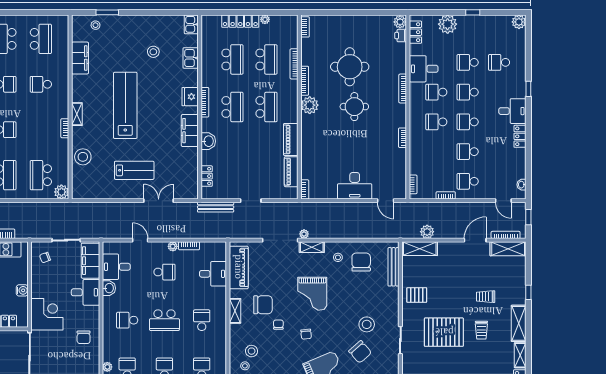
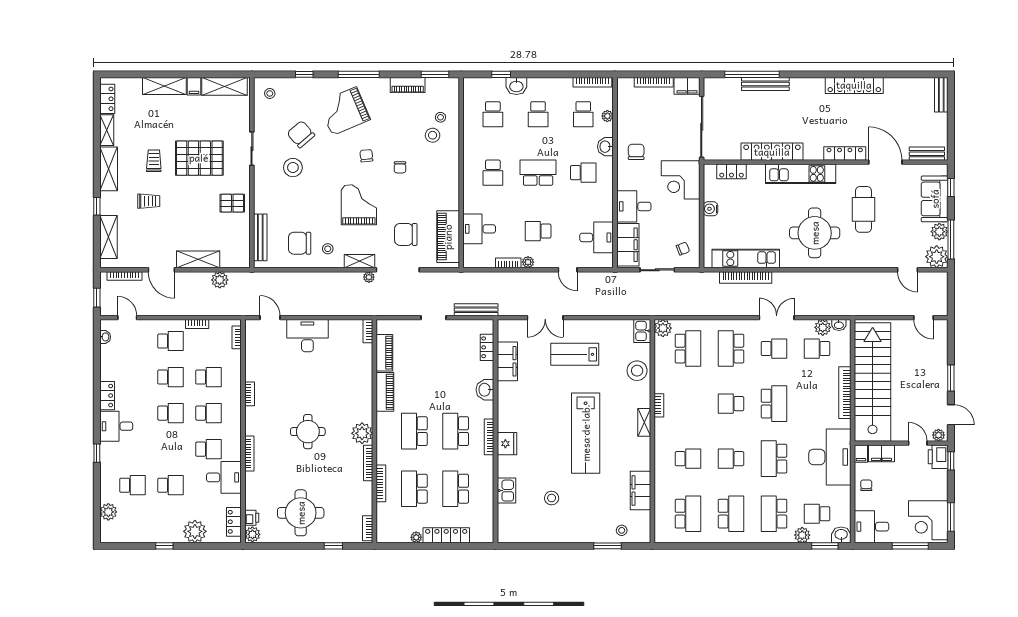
window: (333, 12) -> (333, 546), added
plant: (519, 22) -> (108, 512), moved
kitchen sink: (191, 24) -> (642, 331), moved, turned 180
school desk: (41, 39) -> (688, 514), turned 180
round table: (350, 67) -> (301, 513), moved
school desk: (468, 92) -> (209, 377), moved
filing cabinet: (190, 131) -> (507, 361), moved
door: (475, 240) -> (161, 270), hinge flipped
shelving: (420, 249) -> (198, 259), moved
shelving: (508, 249) -> (109, 237), moved, turned 90
chair: (361, 262) -> (300, 243), turned 90
washbasin: (109, 288) -> (605, 147), moved
chair: (263, 305) -> (406, 234), moved
shelving: (235, 311) -> (452, 184), removed

